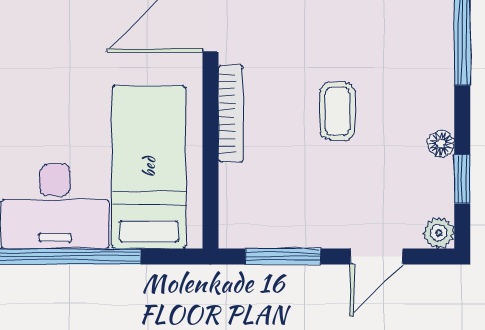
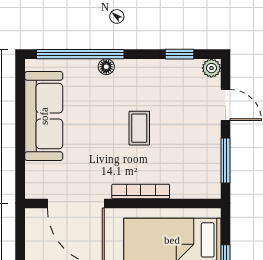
coffee table: (337, 111) -> (139, 128), turned 90
floor lamp: (441, 144) -> (106, 67), moved

